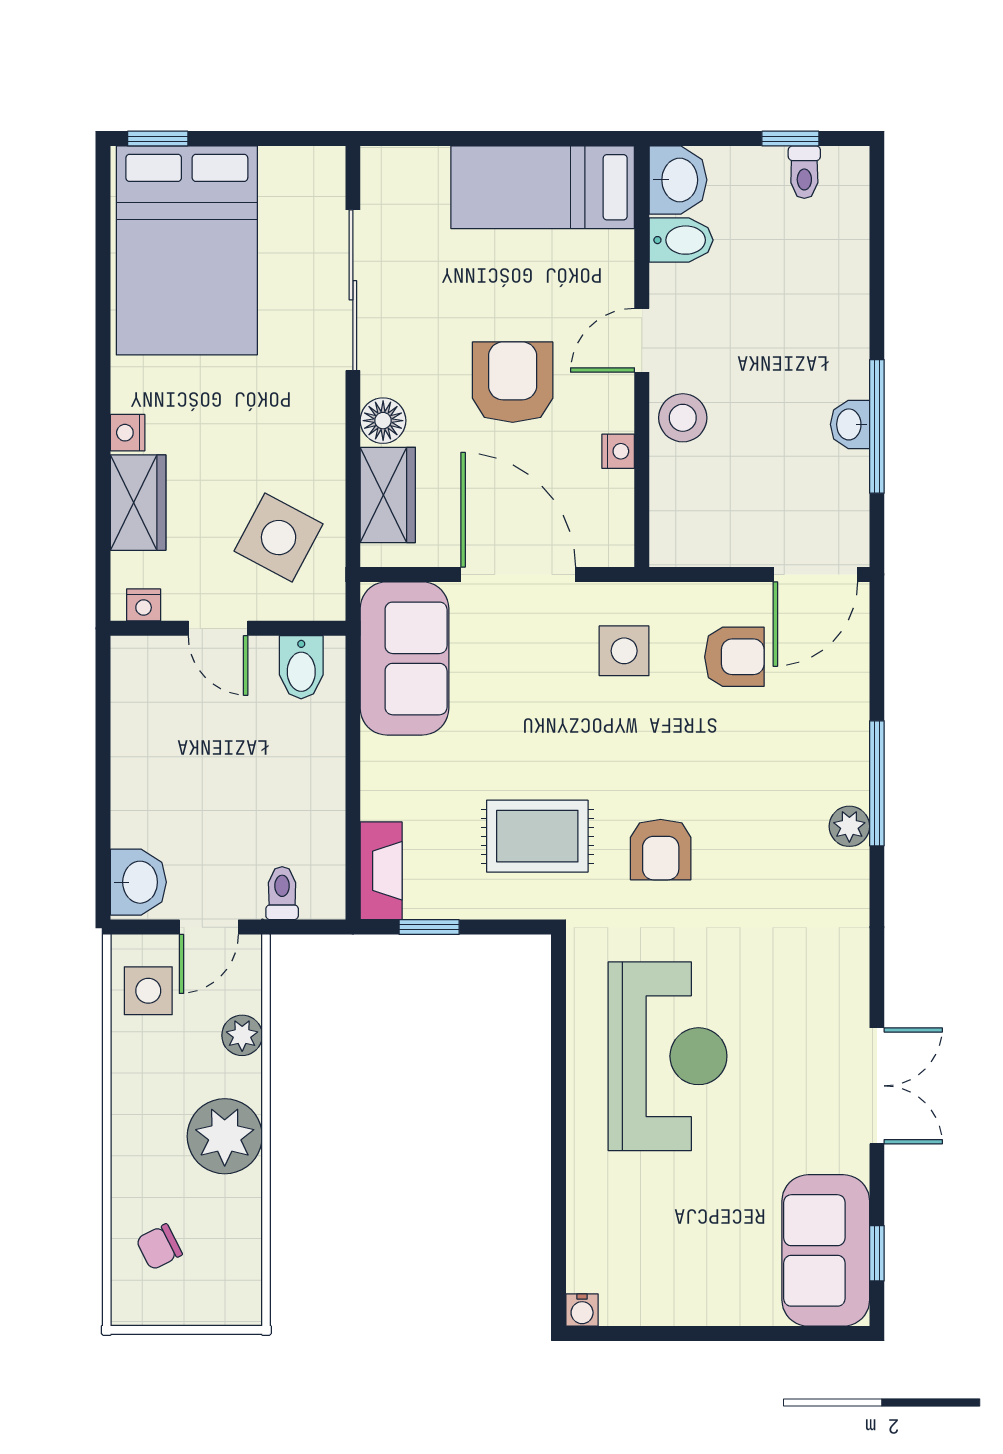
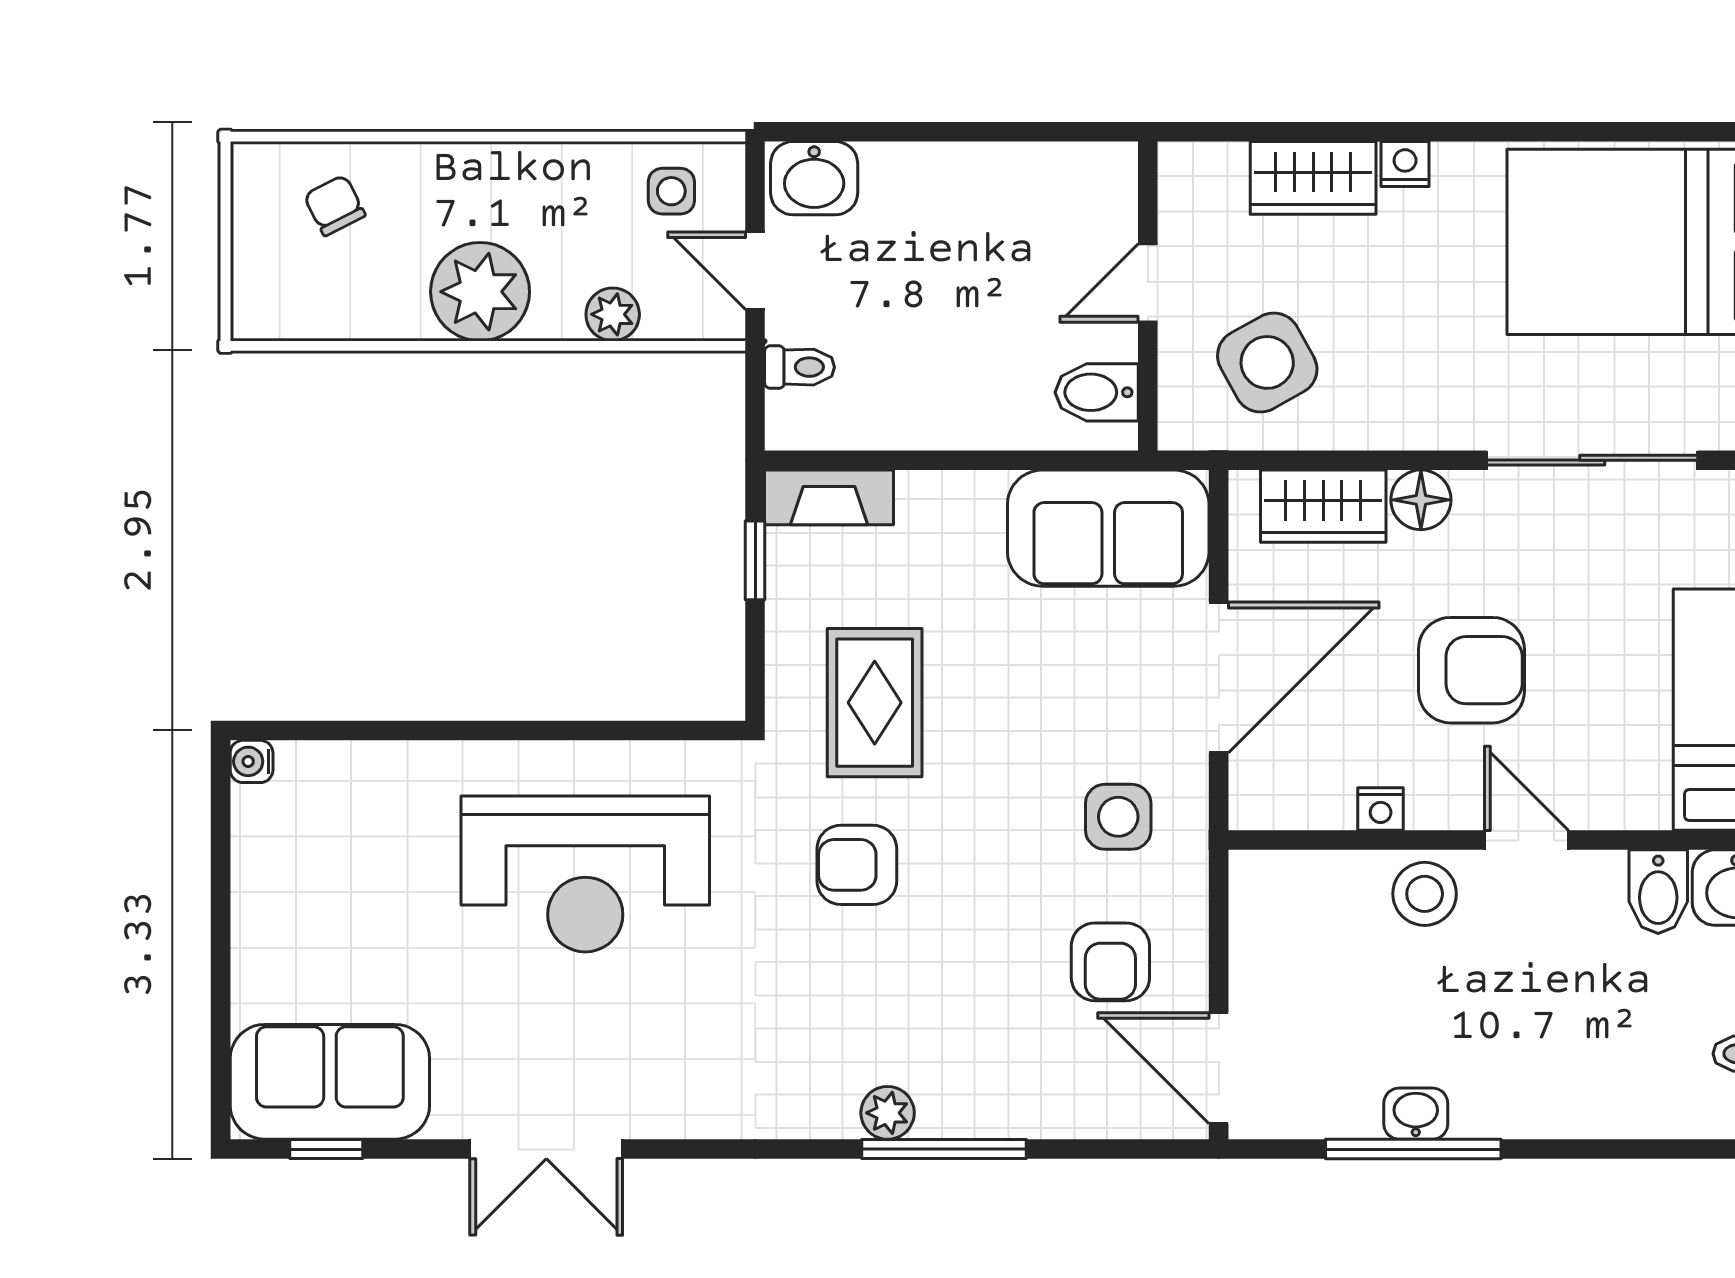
side table: (279, 538) -> (1267, 362), turned 33
nightstand: (144, 605) -> (1179, 185), removed
side table: (148, 991) -> (671, 191), width x0.73, depth x0.73

